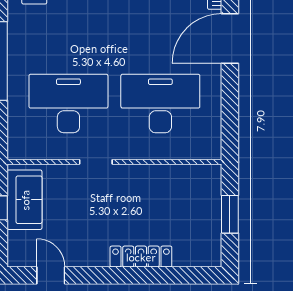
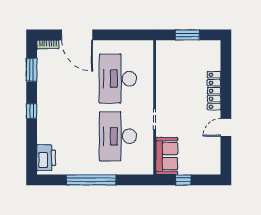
sofa: (25, 200) -> (167, 156), moved, turned 90
door: (51, 275) -> (226, 127), moved

